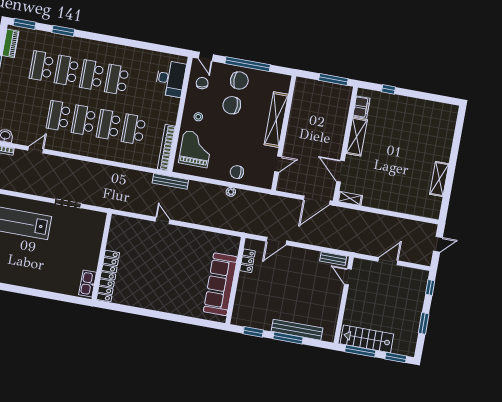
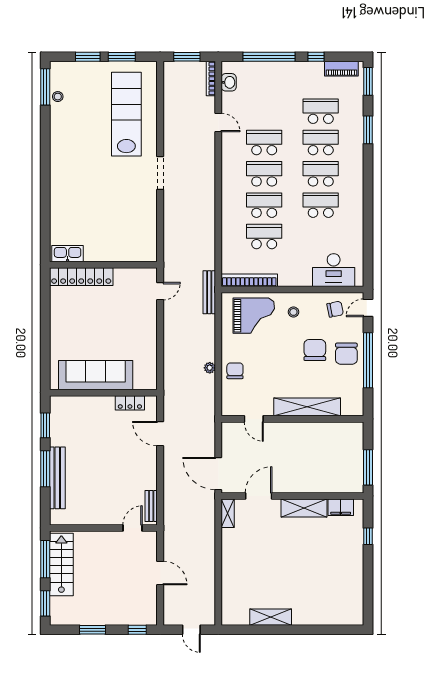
wall: (102, 256) -> (103, 265), moved
locker: (108, 276) -> (81, 277), moved
kitchen sink: (88, 284) -> (68, 254), moved

